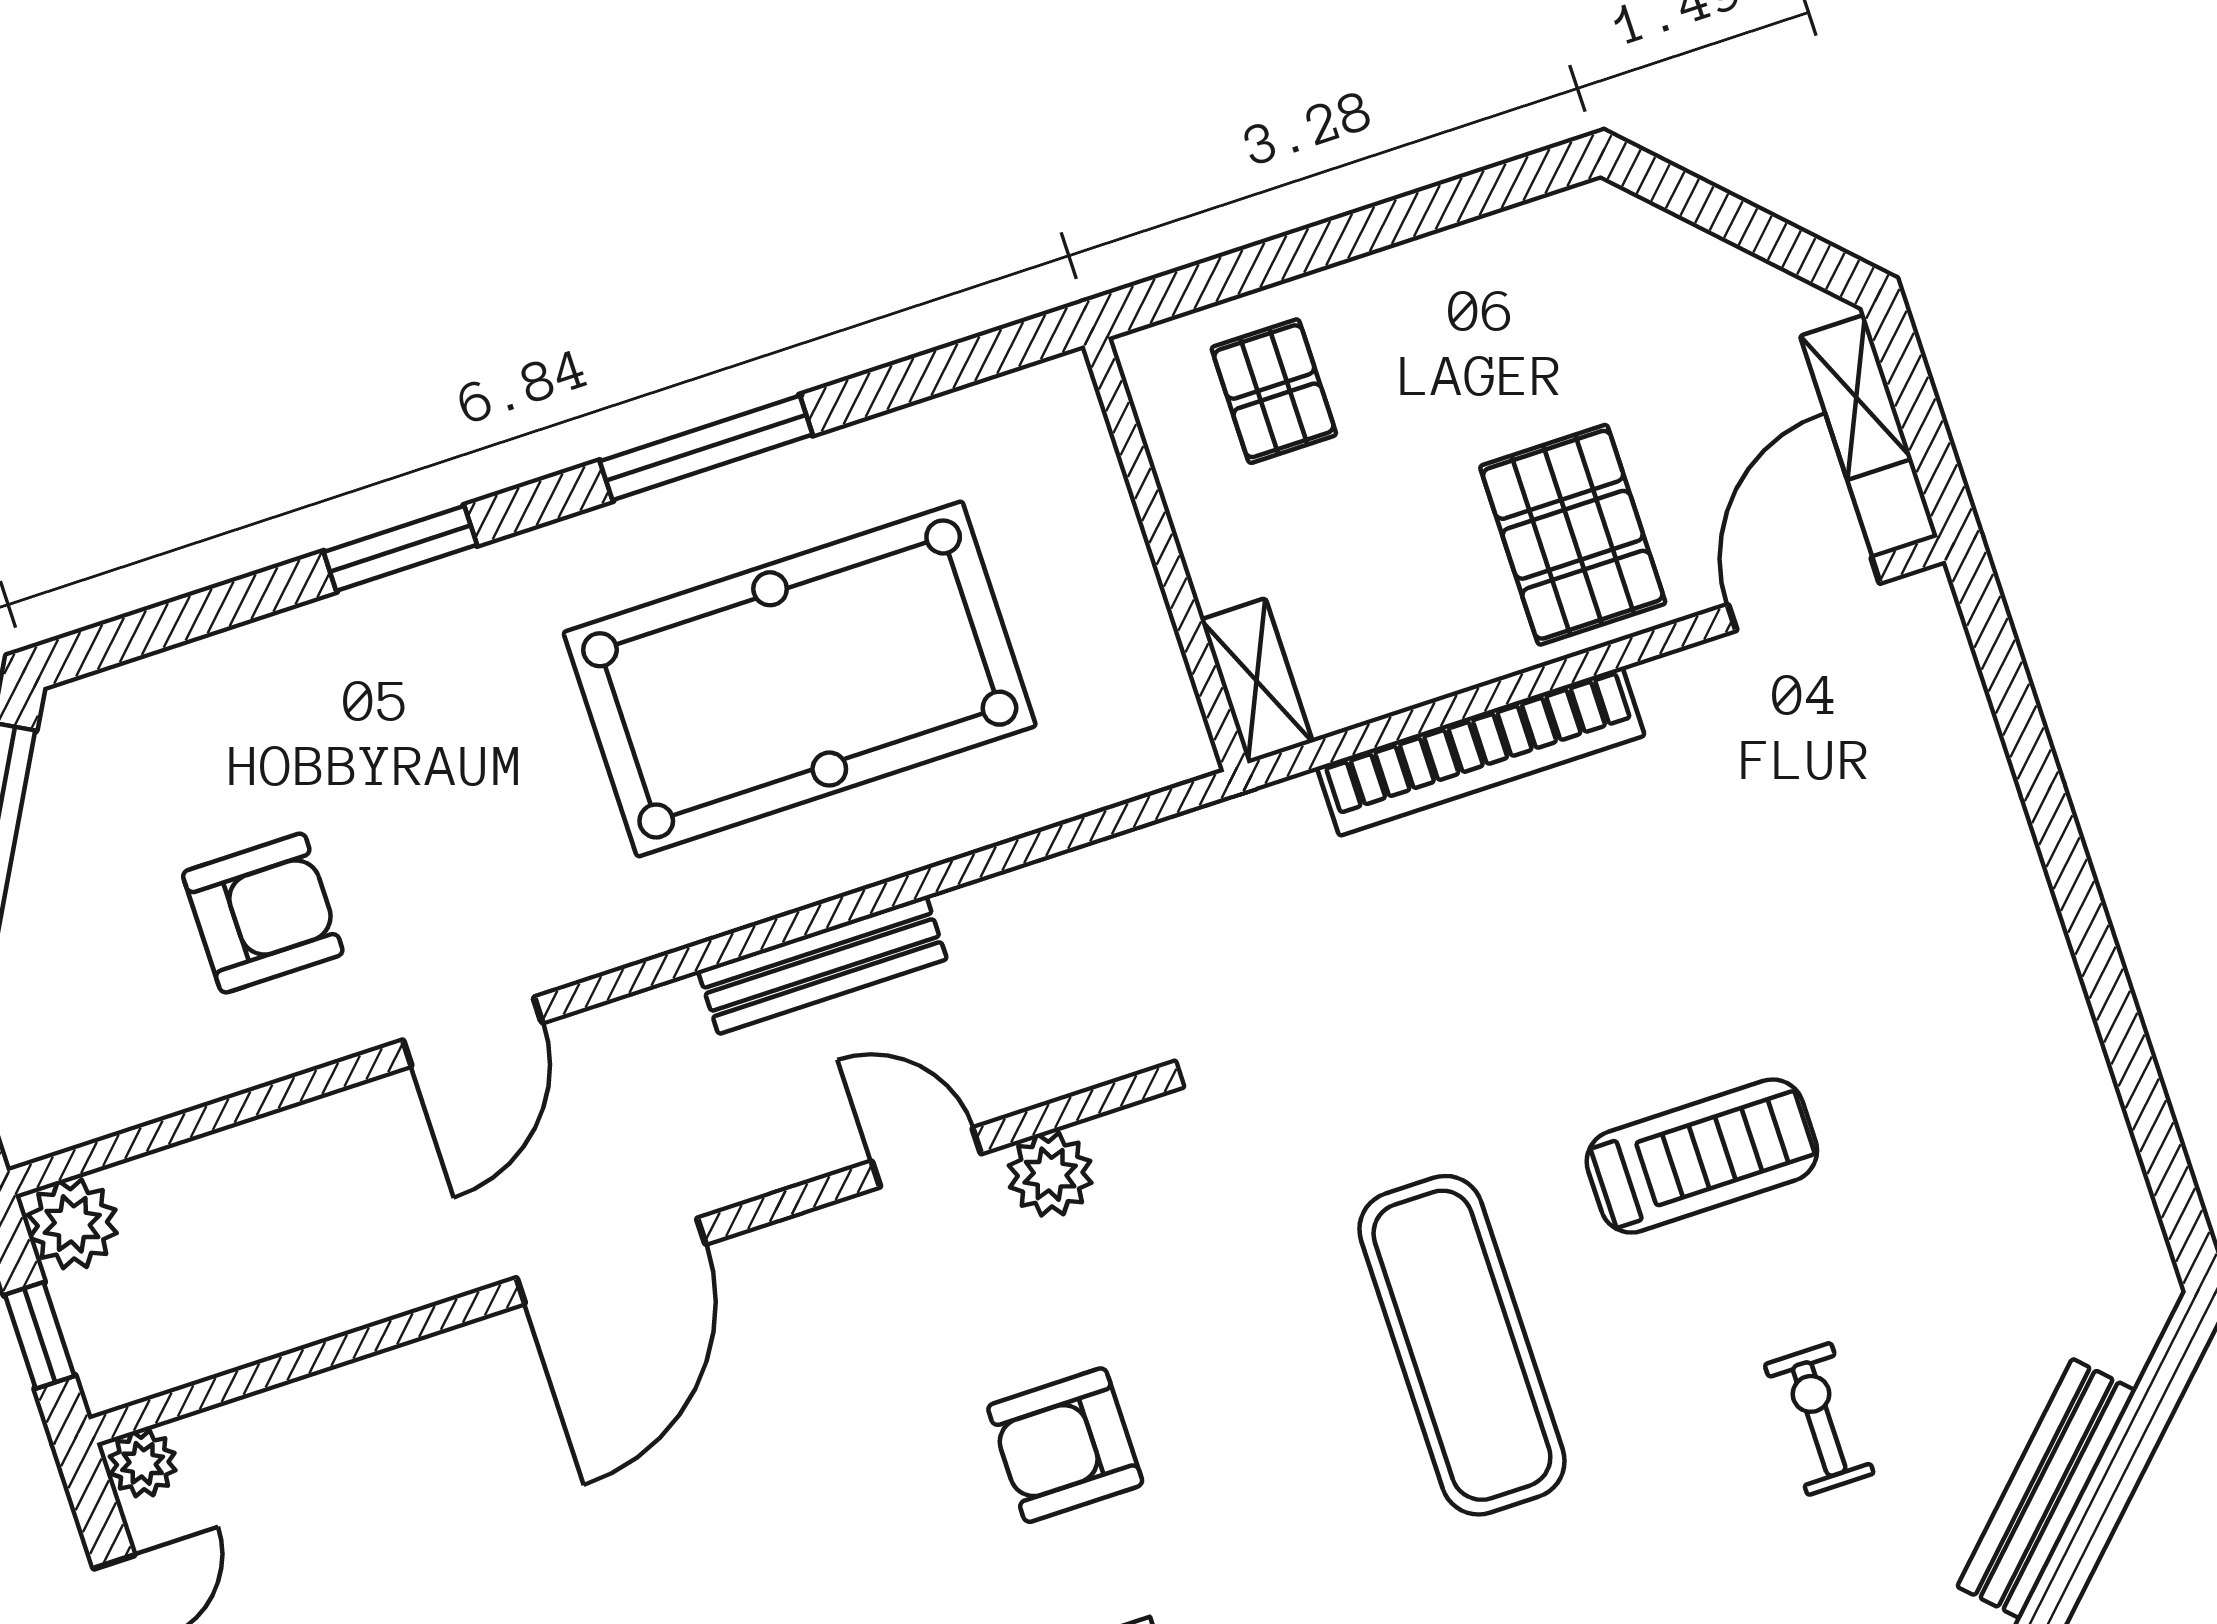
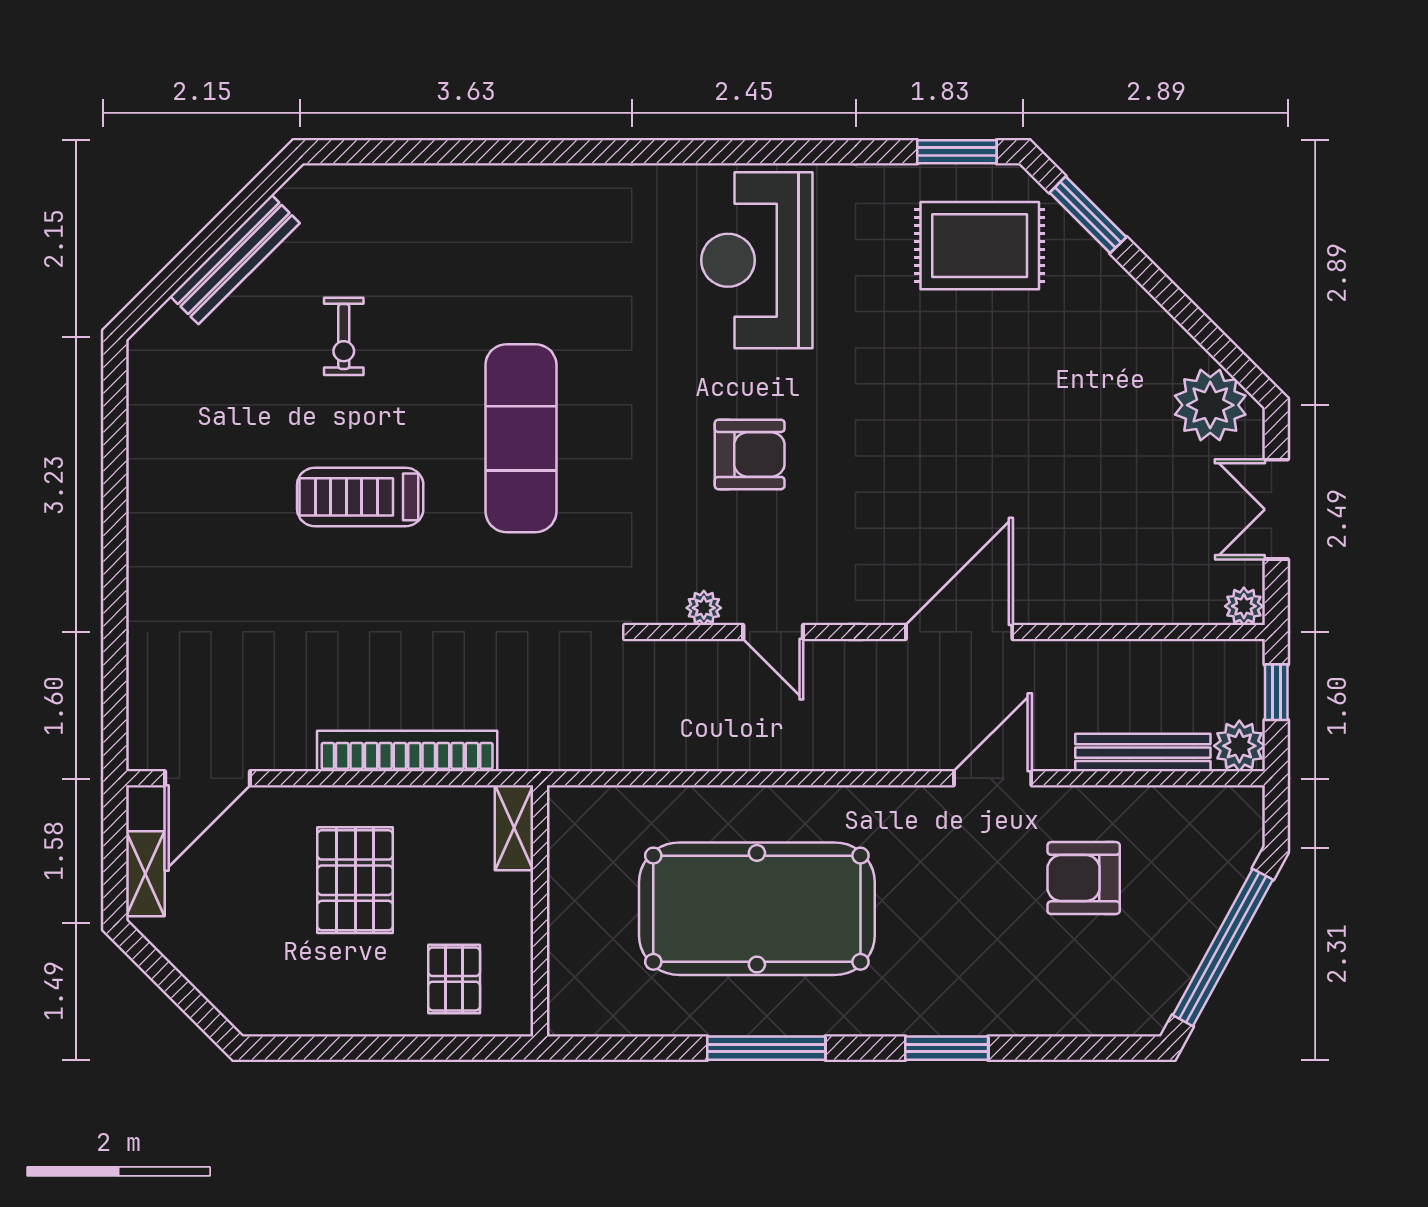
pallet: (1573, 535) -> (355, 880), moved
bench: (822, 965) -> (1143, 753), moved
plant: (1050, 1174) -> (704, 608), width x0.73, depth x0.73

